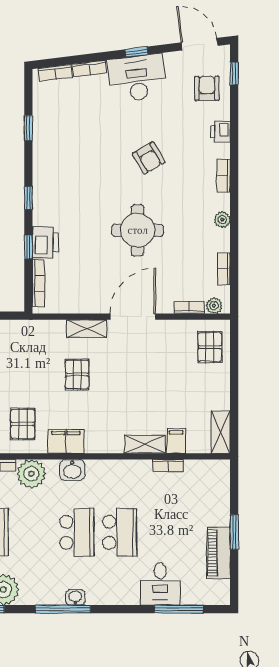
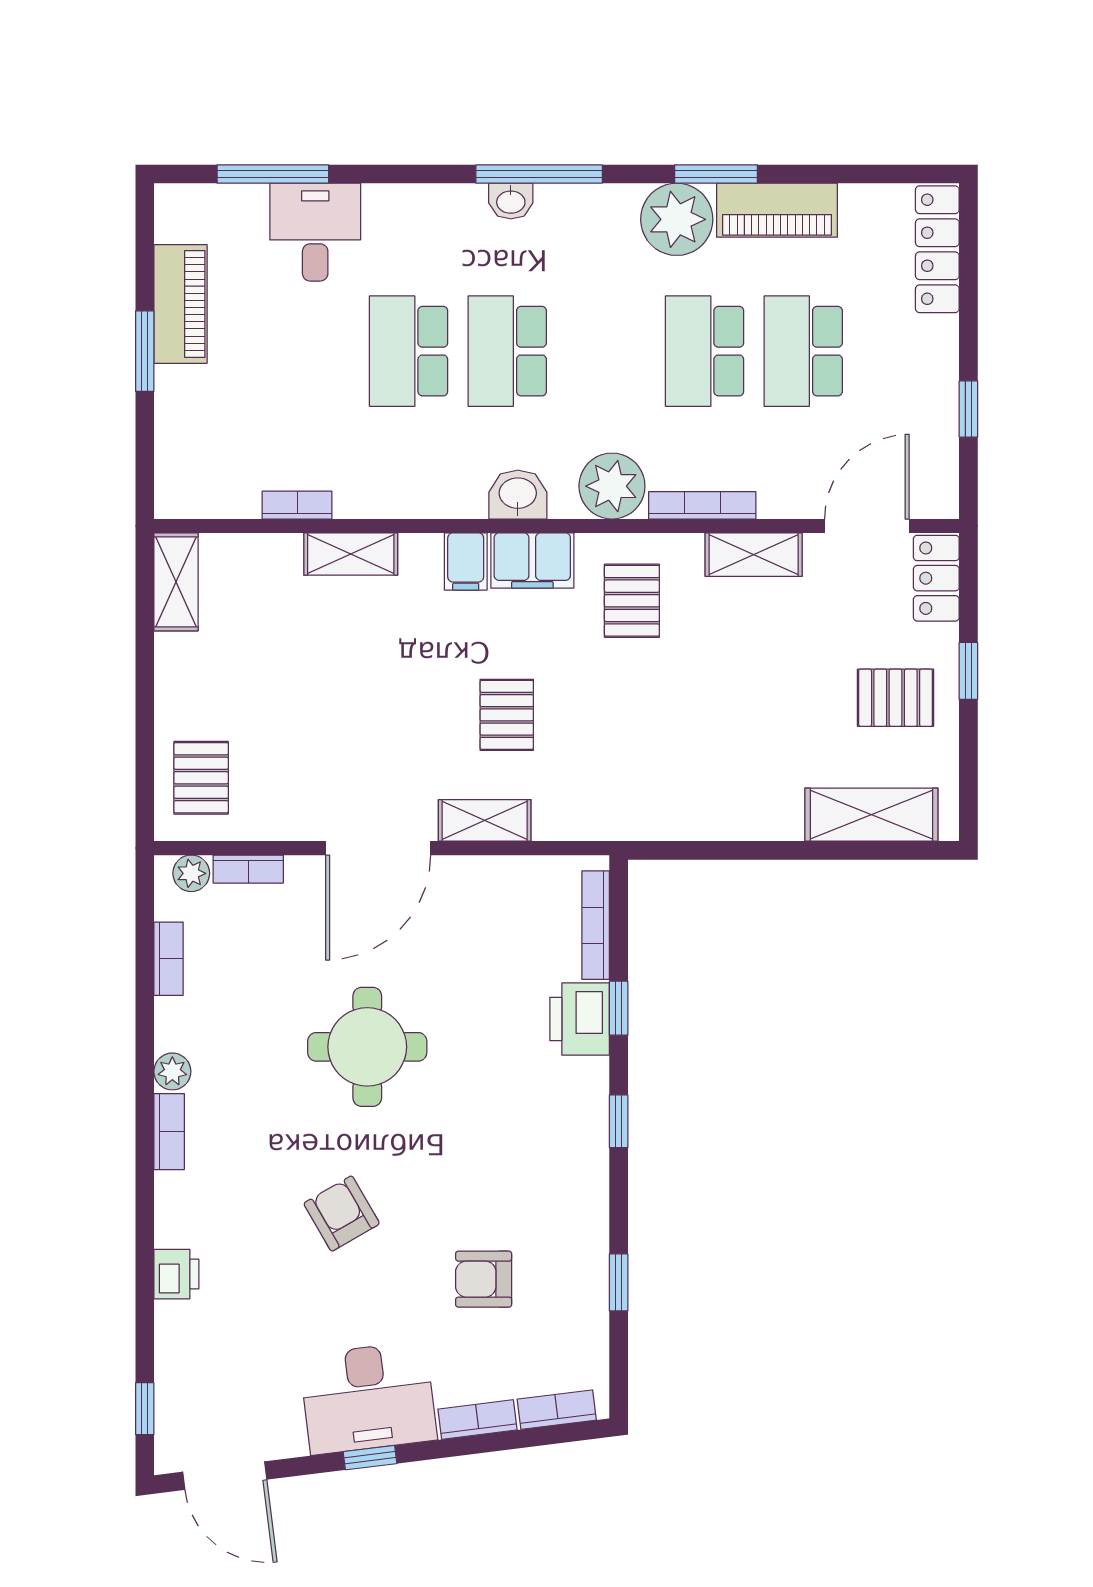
armchair: (207, 88) -> (484, 1279), moved, turned 90
bookcase: (224, 176) -> (169, 1132), moved
filing cabinet: (176, 441) -> (466, 561), moved

